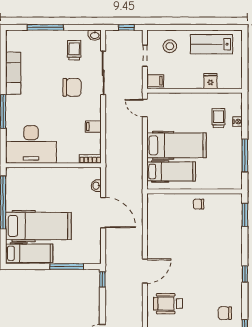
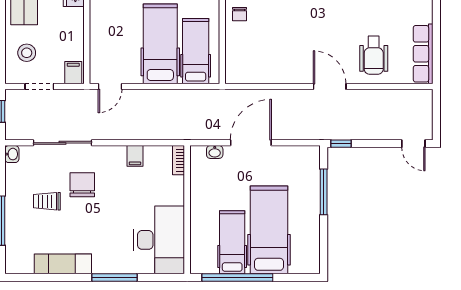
trolley: (74, 50) -> (47, 201), moved
hospital bed: (29, 253) -> (232, 242), moved

